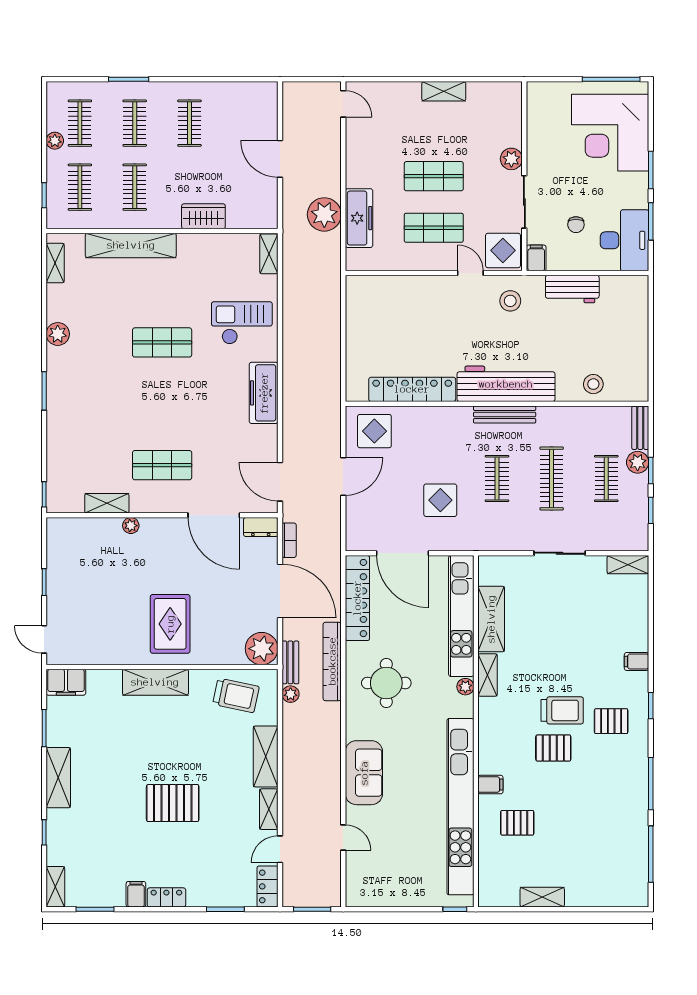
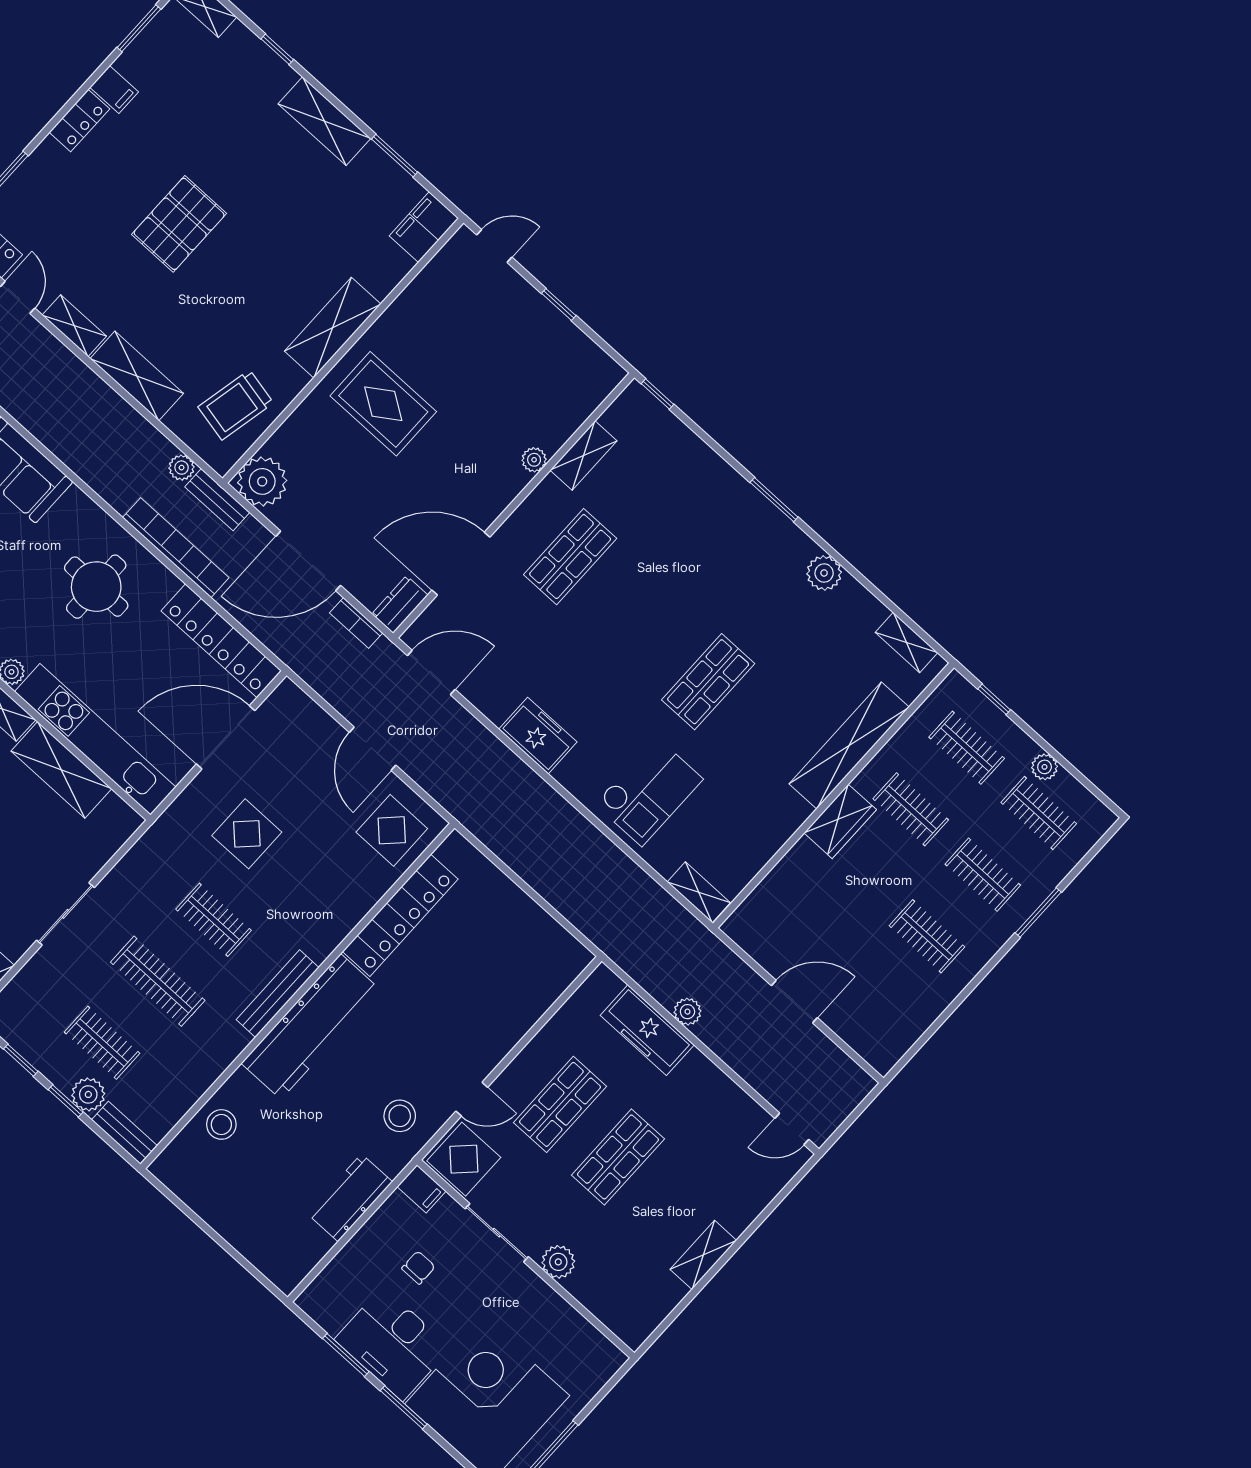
plant: (324, 214) -> (687, 1012), width x0.53, depth x0.53
wardrobe: (203, 216) -> (840, 821), moved
chair: (576, 225) -> (418, 1268), turned 90
desk: (624, 240) -> (393, 1344), moved
freezer: (264, 393) -> (538, 736), width x0.71

